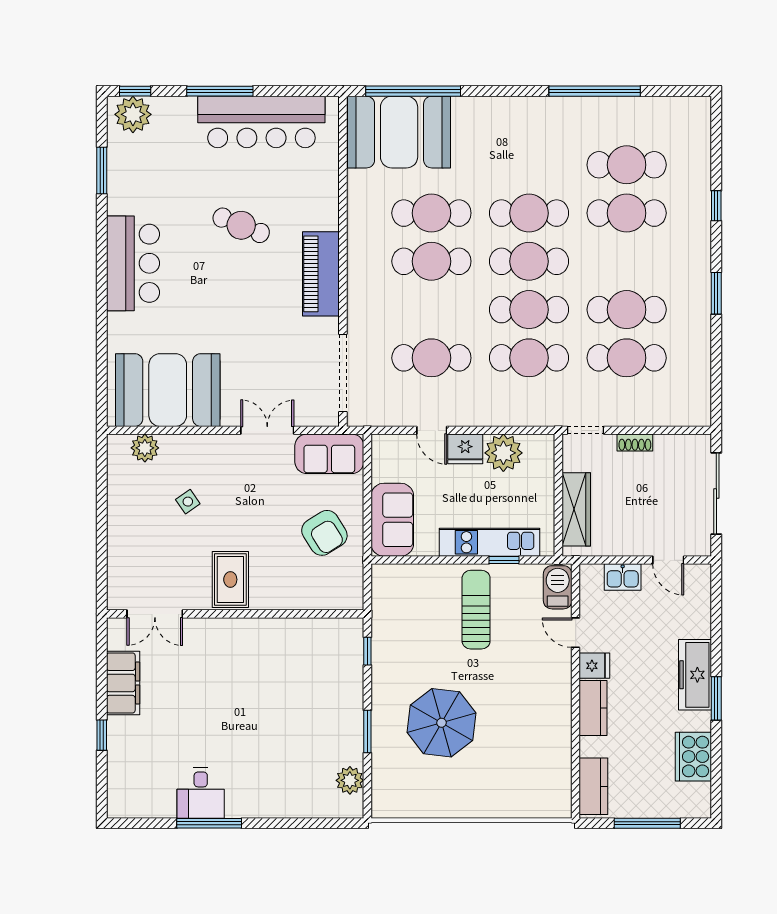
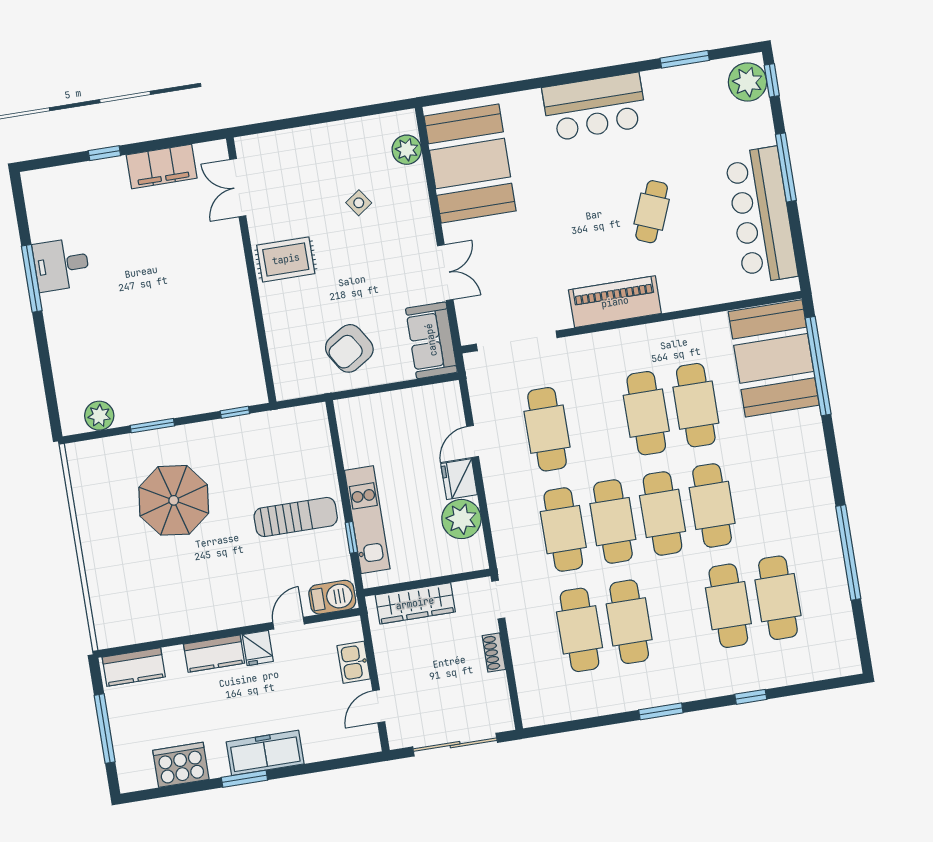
sofa: (392, 520) -> (374, 416), removed

